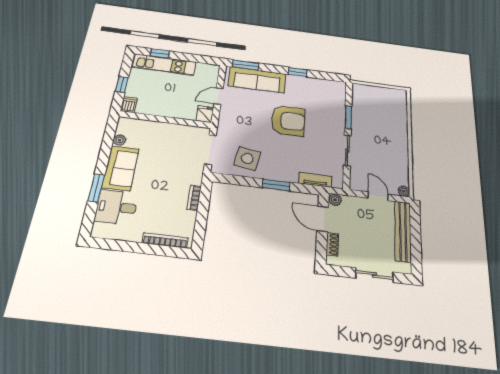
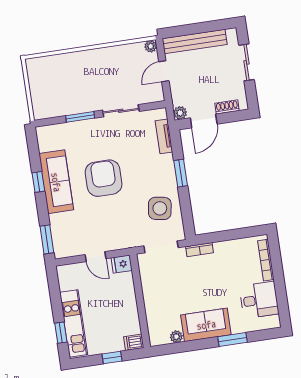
sofa: (257, 80) -> (56, 182), moved
bookcase: (194, 198) -> (200, 250), moved
desk: (116, 207) -> (259, 300), moved, turned -90

